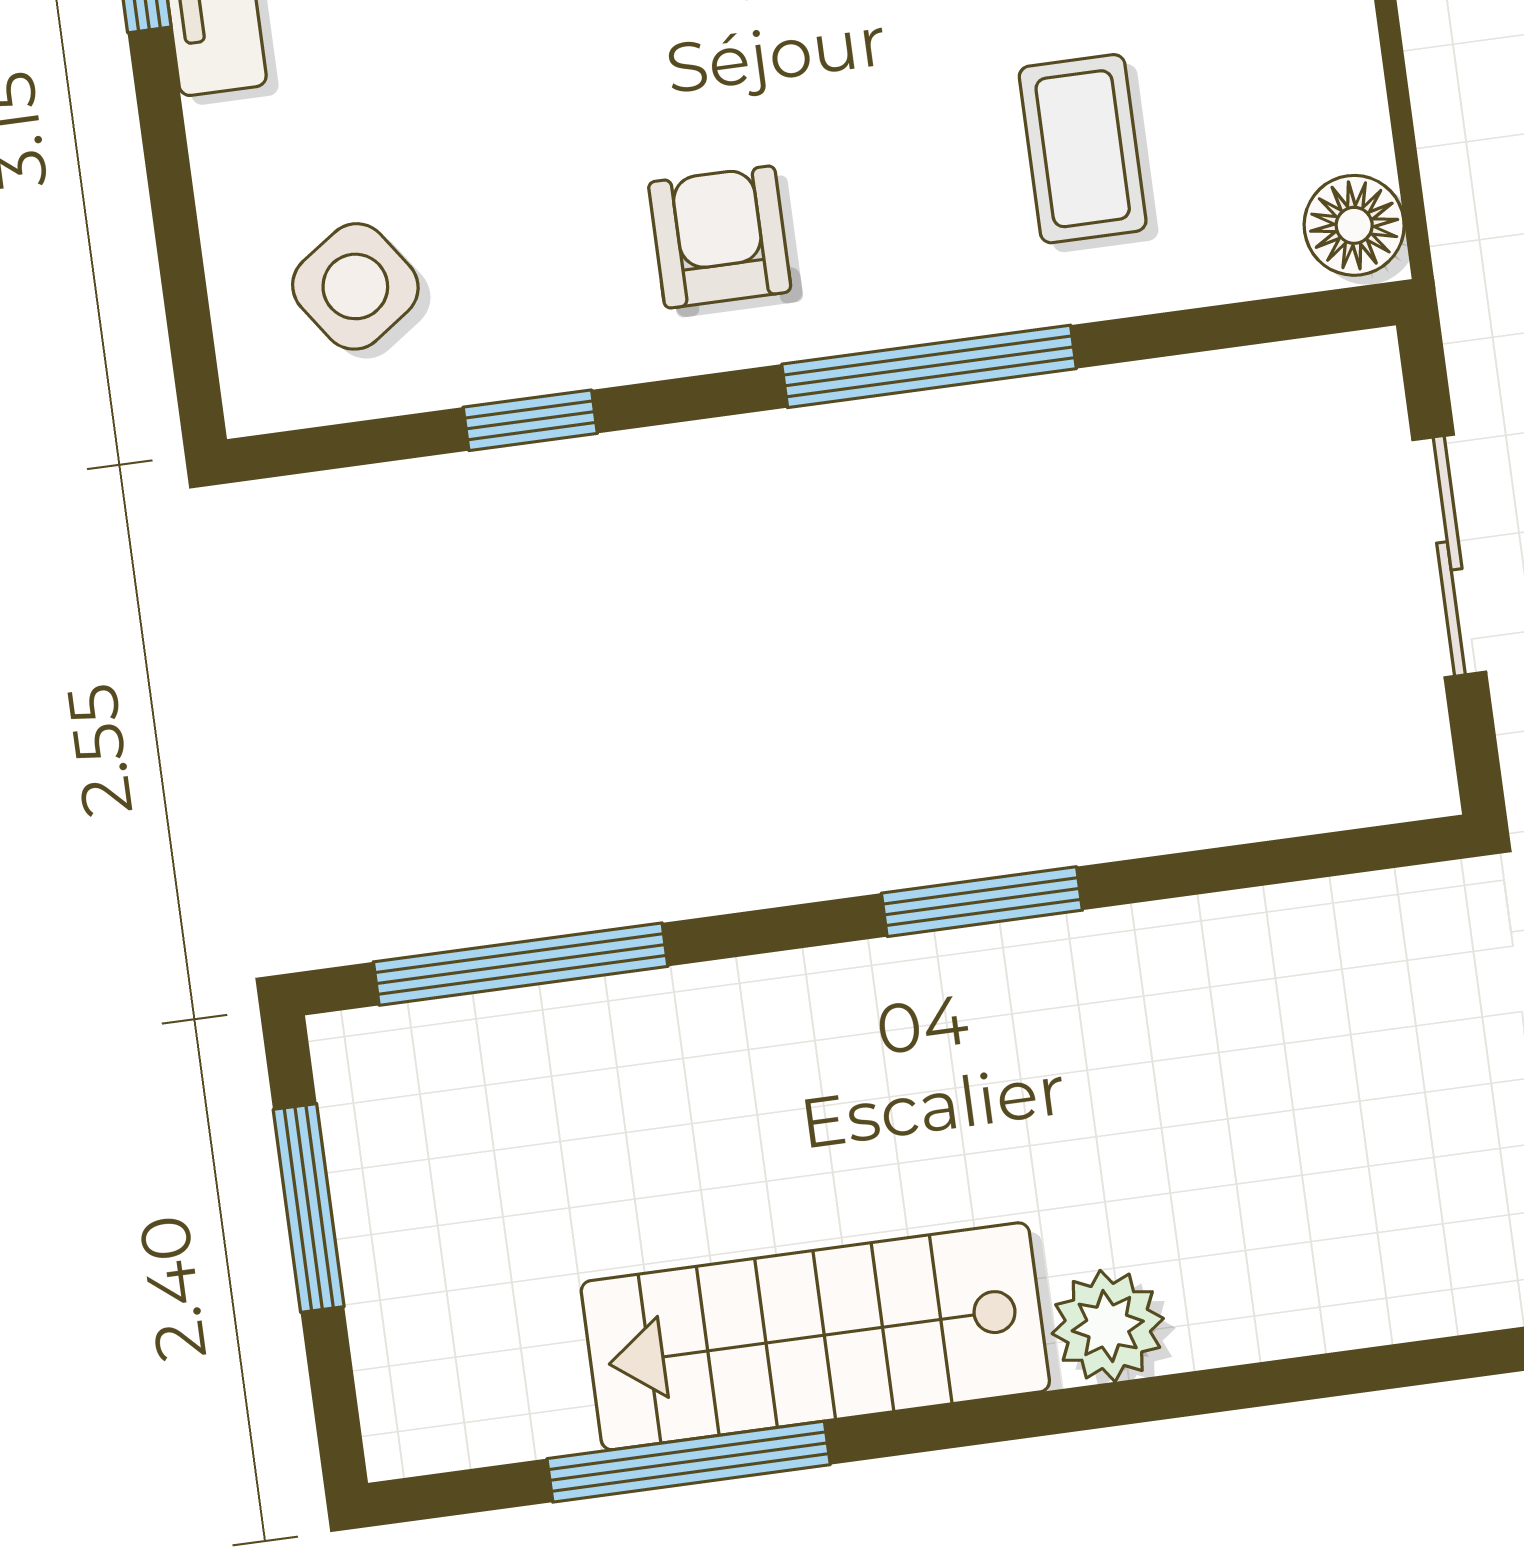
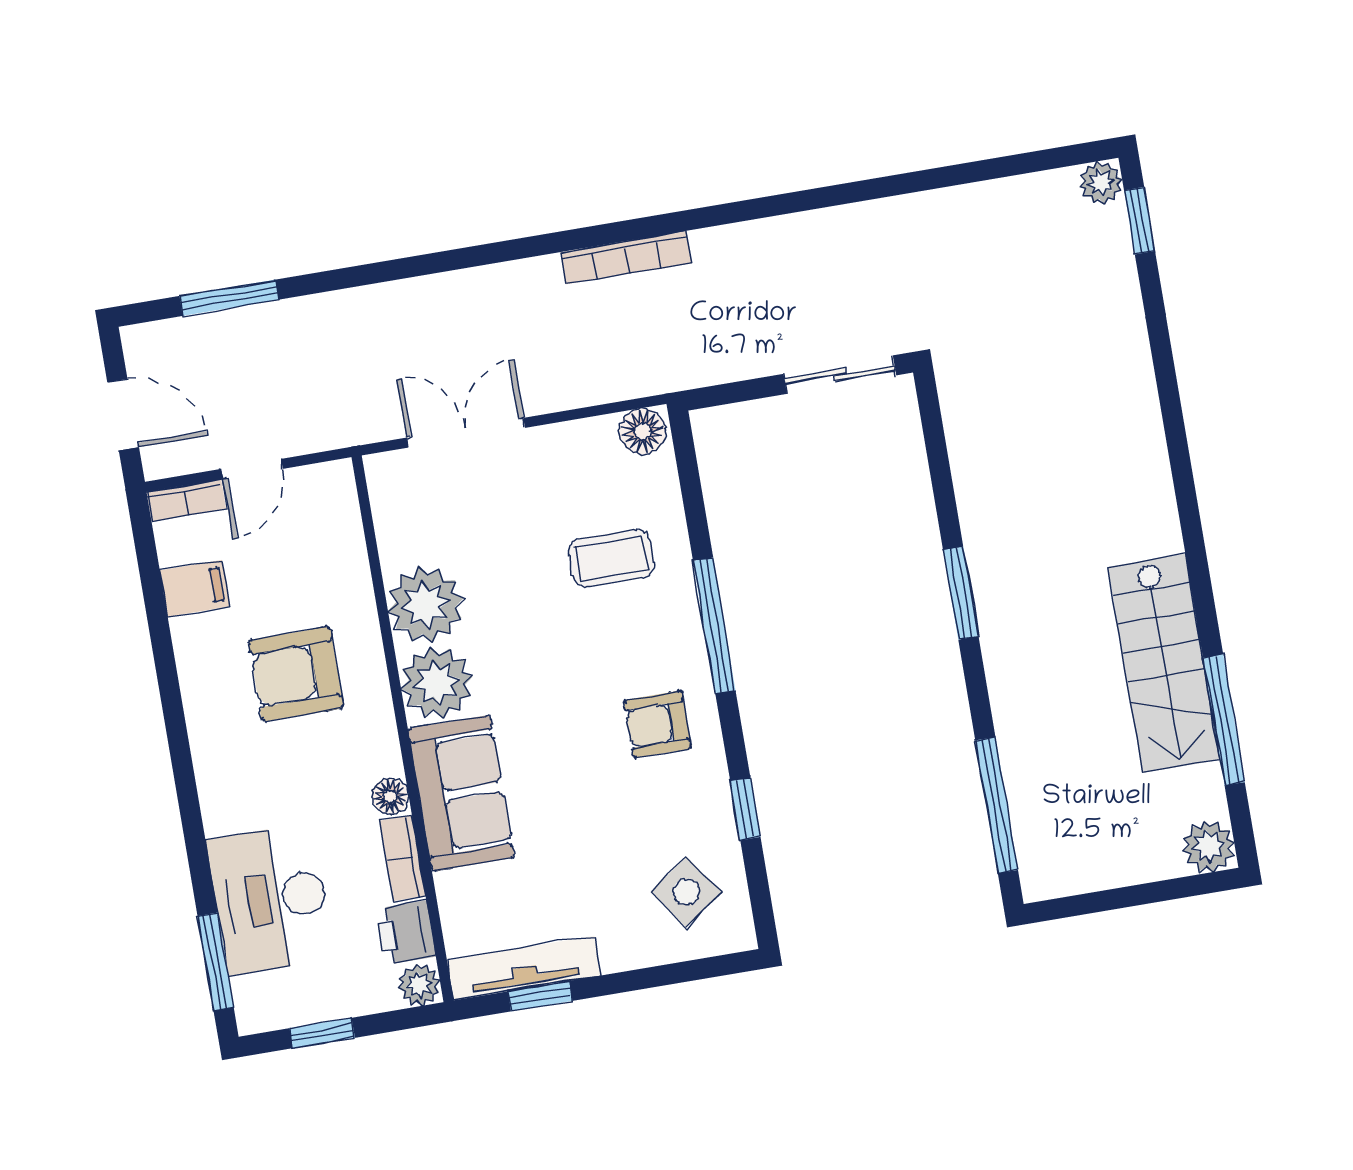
sliding door: (1449, 556) -> (840, 375), moved
window: (309, 1208) -> (1113, 899), removed
plant: (1108, 1326) -> (1209, 846), moved

